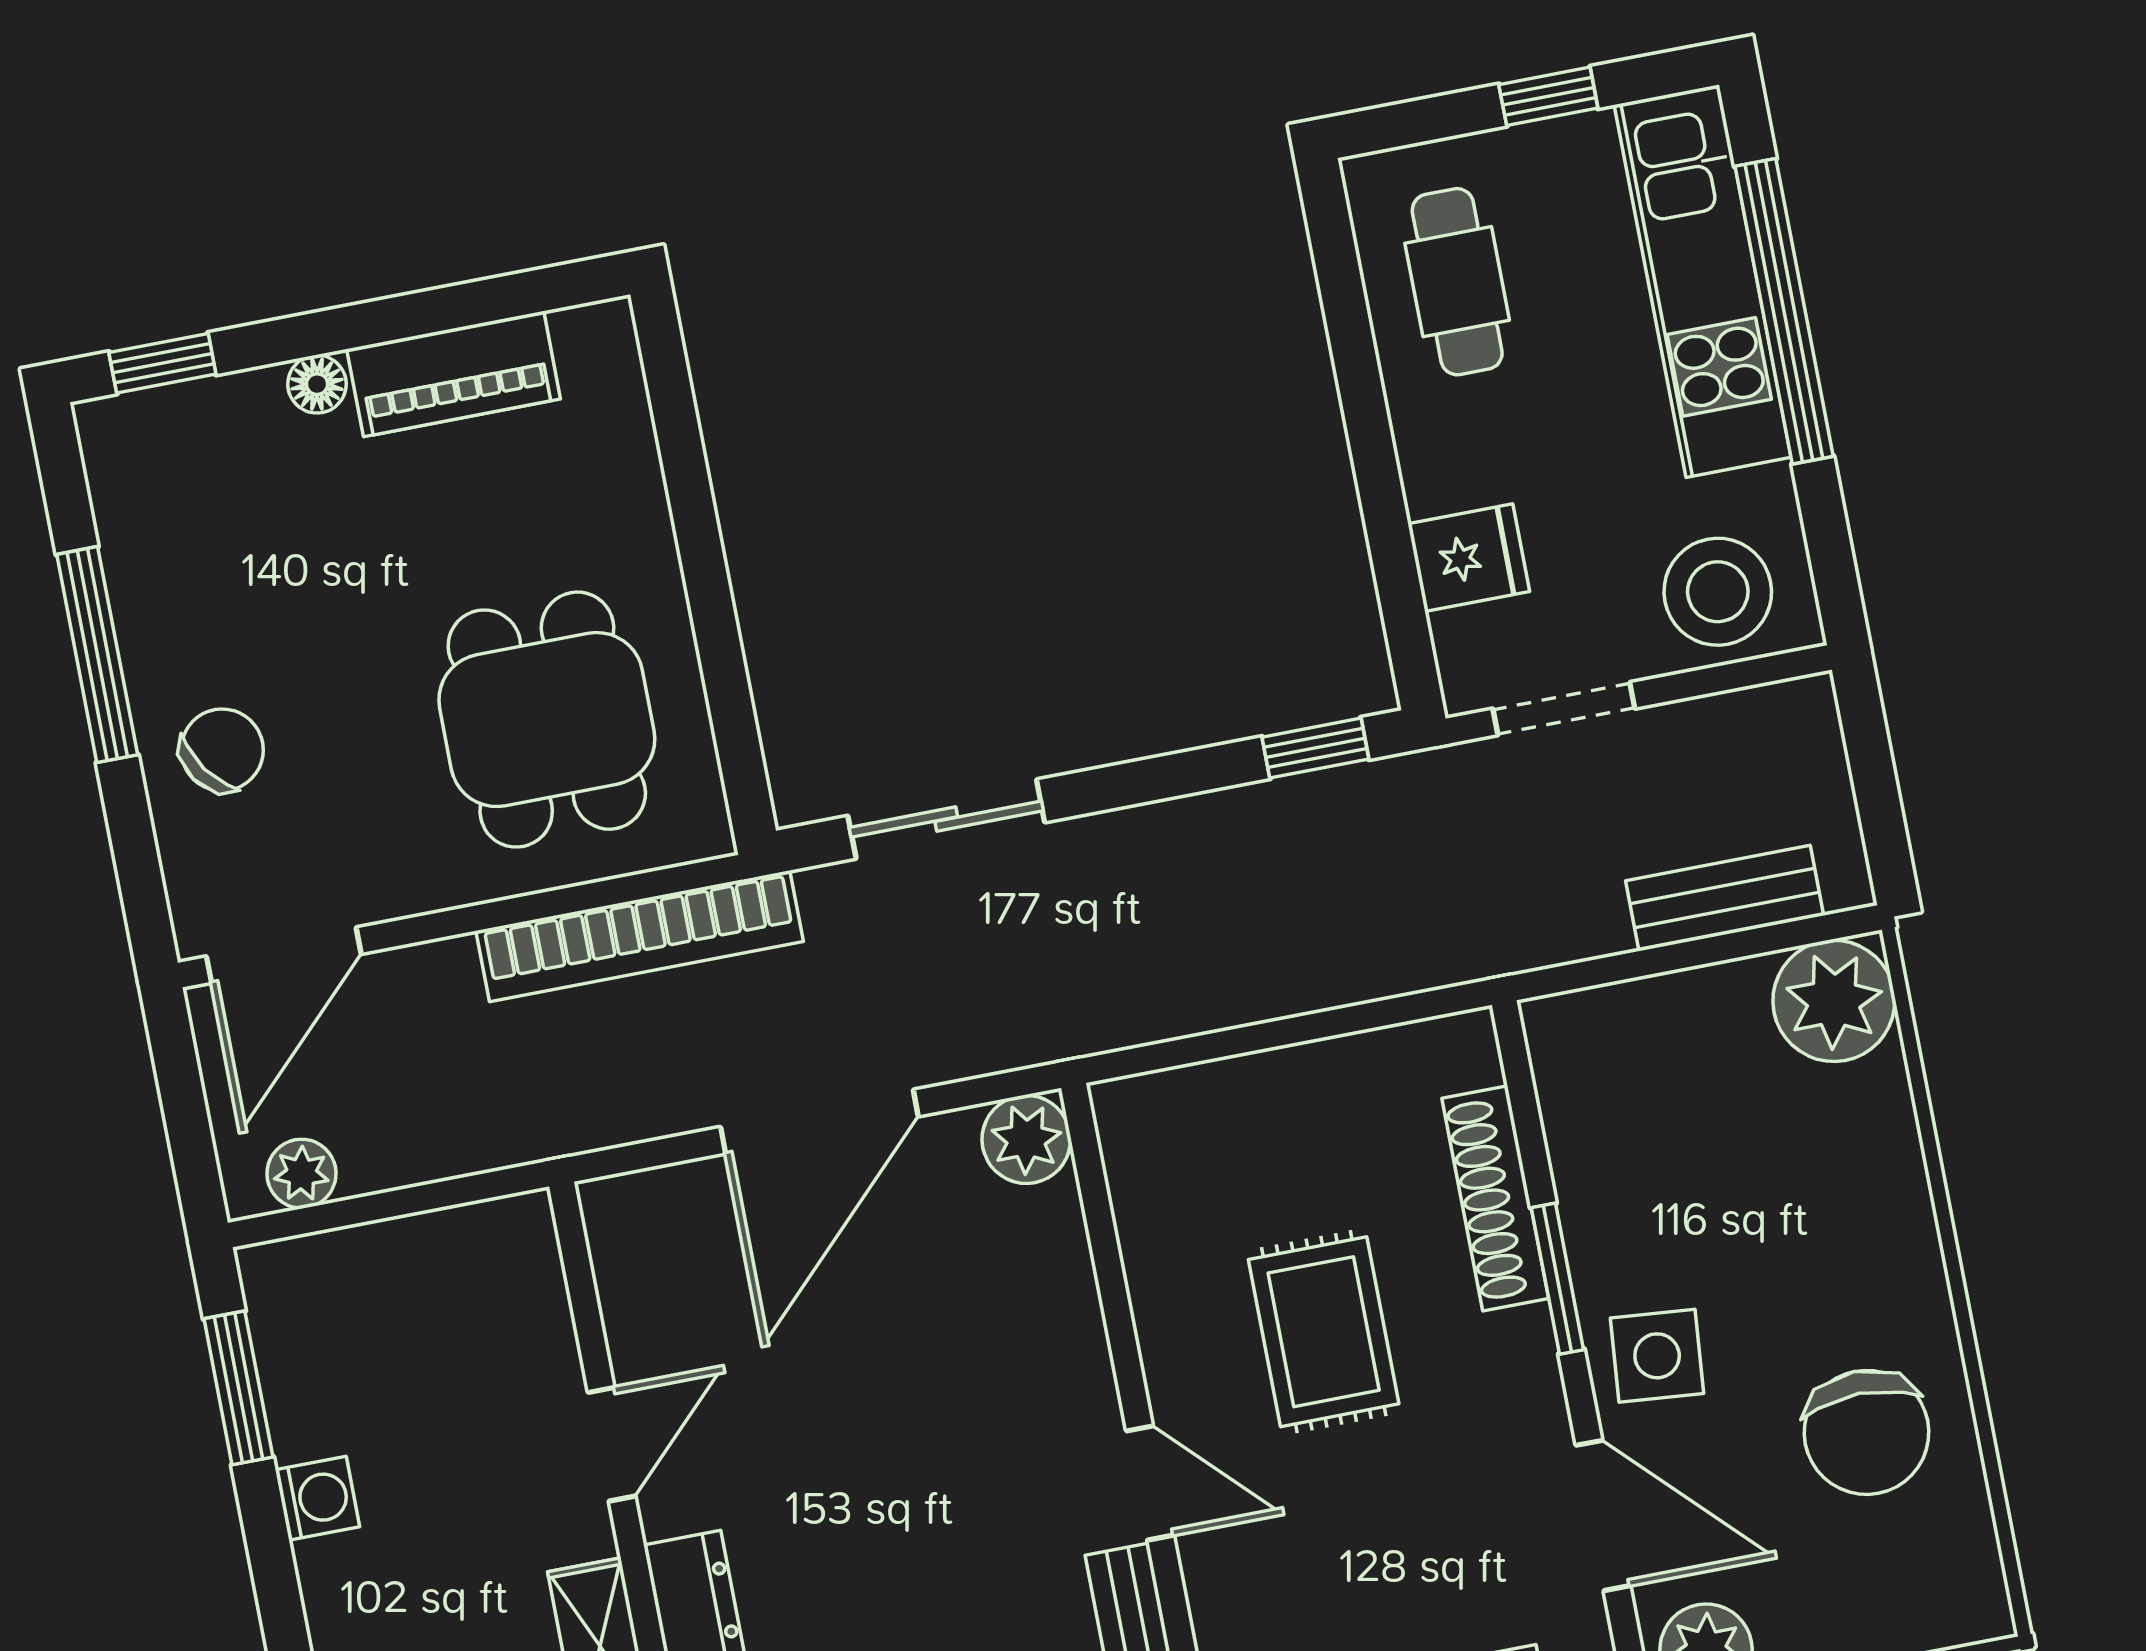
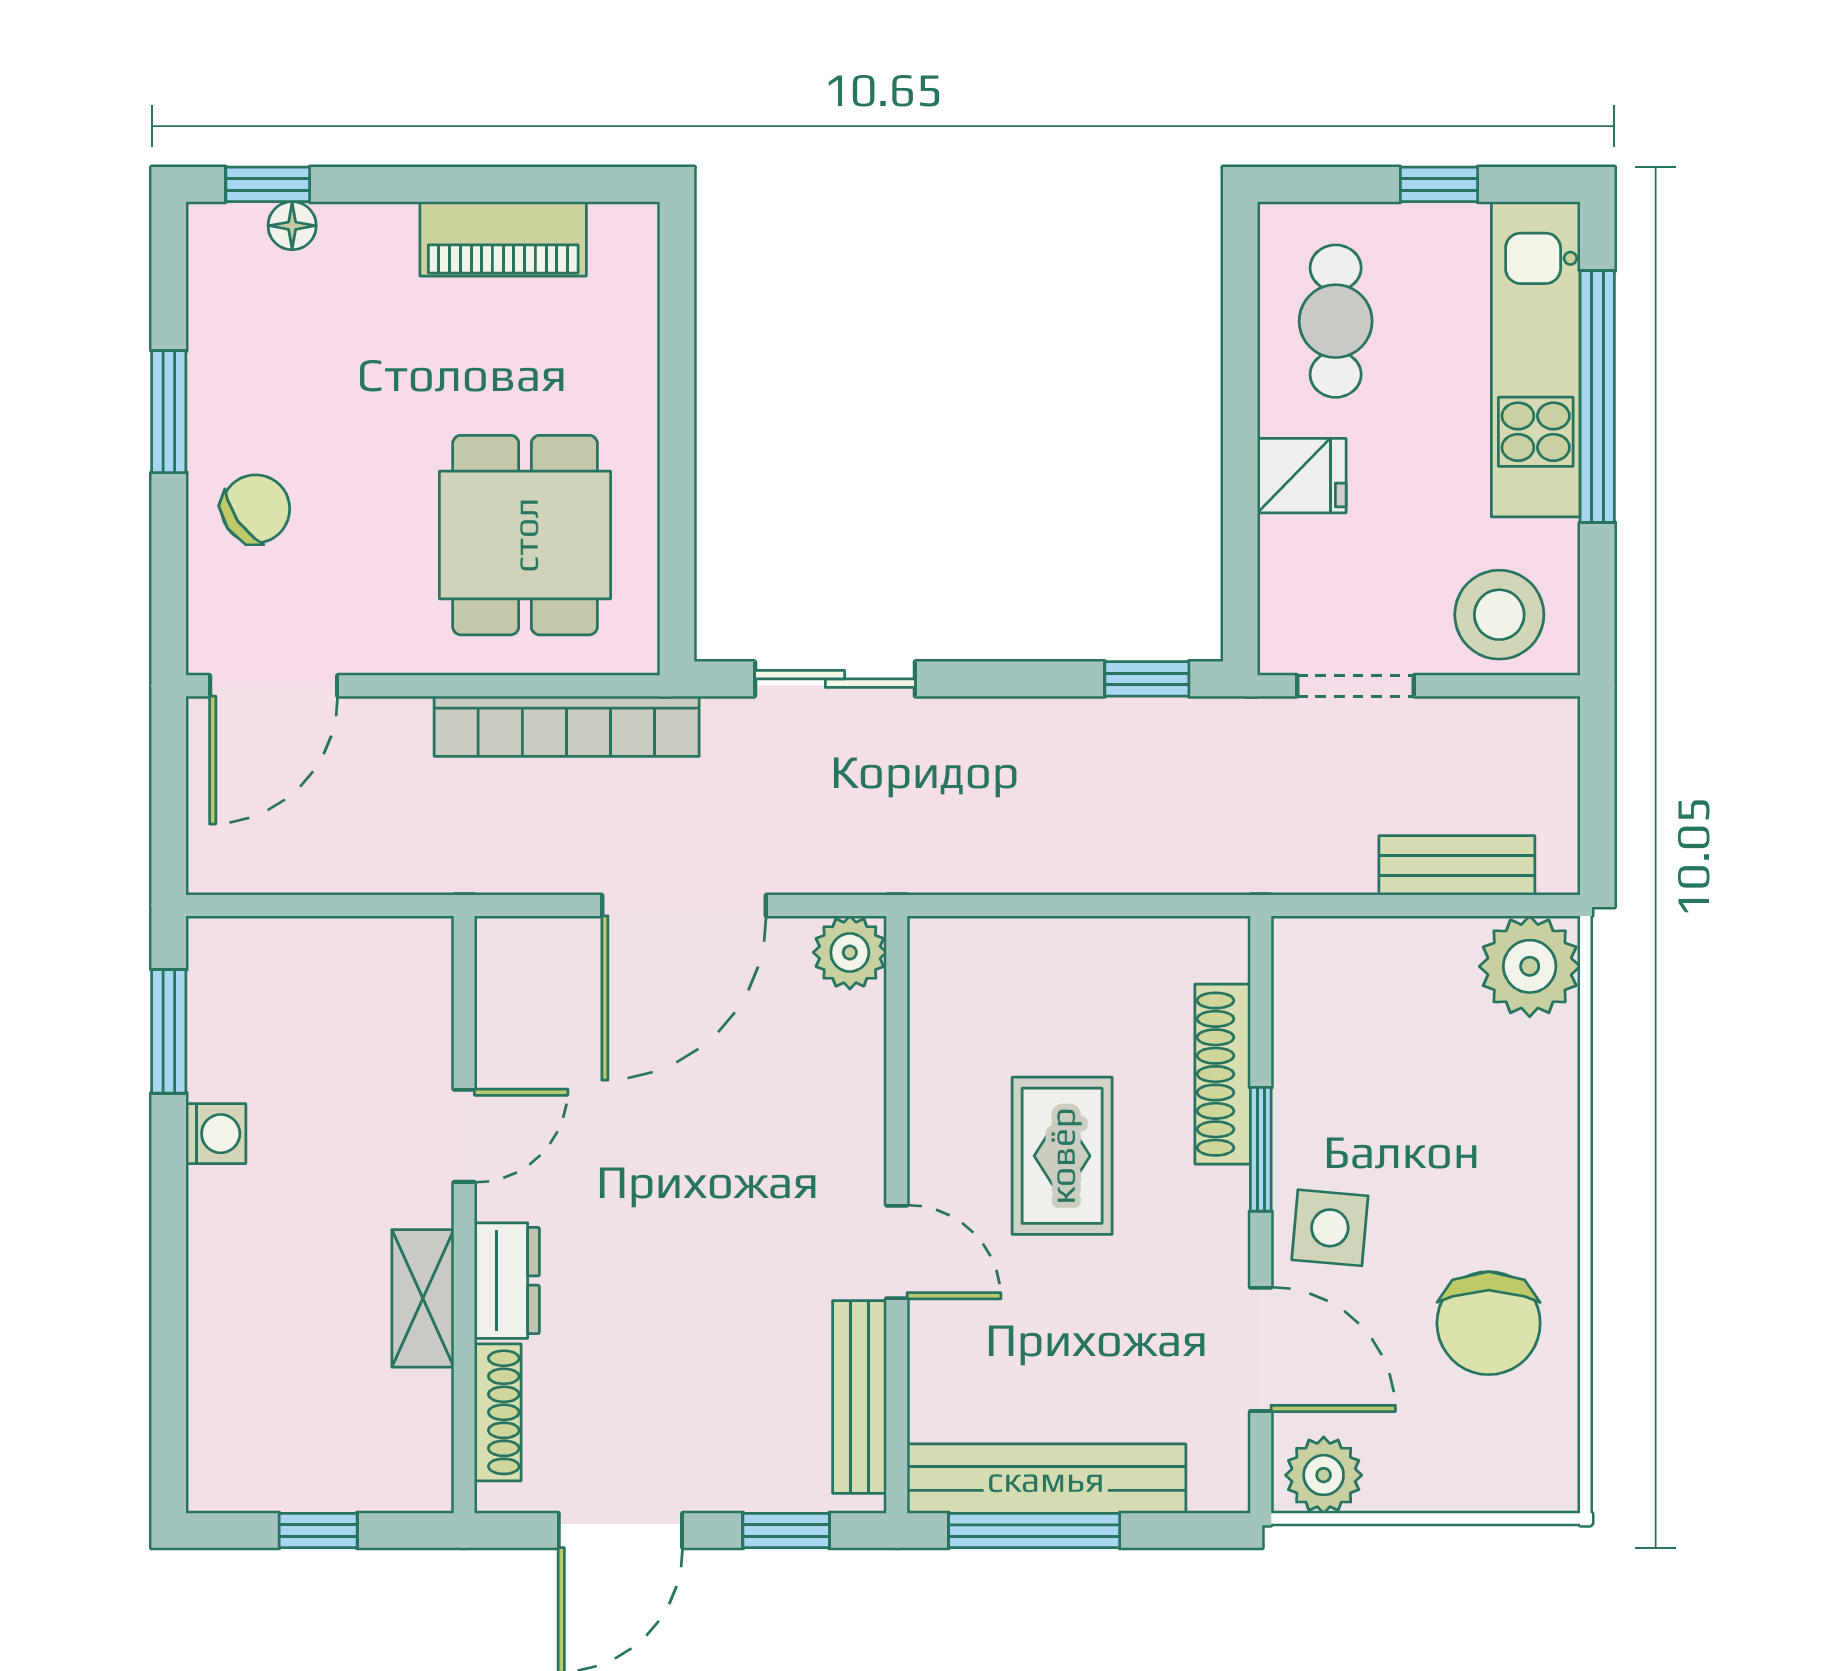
floor lamp: (317, 384) -> (292, 226), moved
fridge: (1469, 558) -> (1302, 476), moved
window: (97, 655) -> (169, 412), width x0.69
plant: (301, 1174) -> (254, 867), removed

